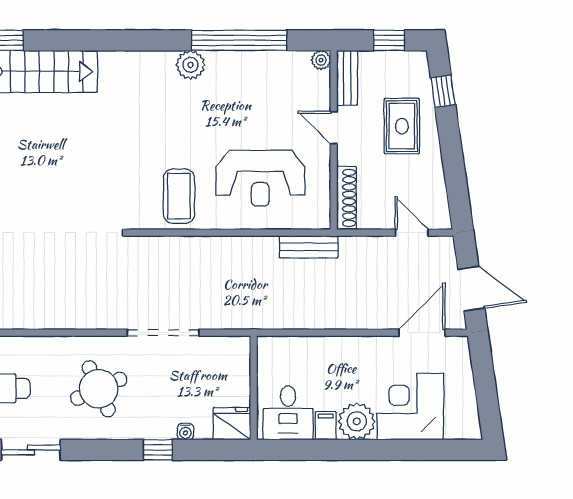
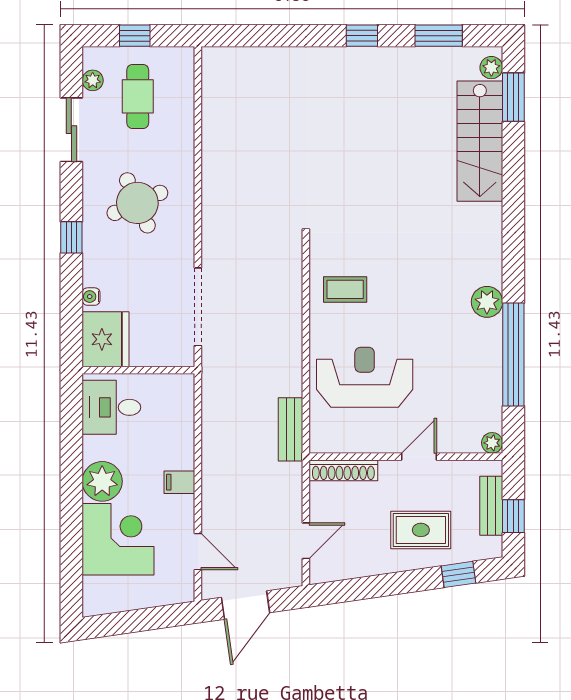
bench: (347, 78) -> (491, 506), moved, turned 90
reception desk: (260, 178) -> (365, 377), turned 90
coffee table: (179, 196) -> (345, 289), width x0.73, depth x0.77
doorway: (163, 333) -> (198, 307), moved
door: (422, 333) -> (198, 552), width x0.73
fridge: (232, 424) -> (106, 339), width x1.36, depth x1.34
filing cabinet: (326, 426) -> (179, 482), moved, turned 180
window: (158, 450) -> (71, 237), moved

